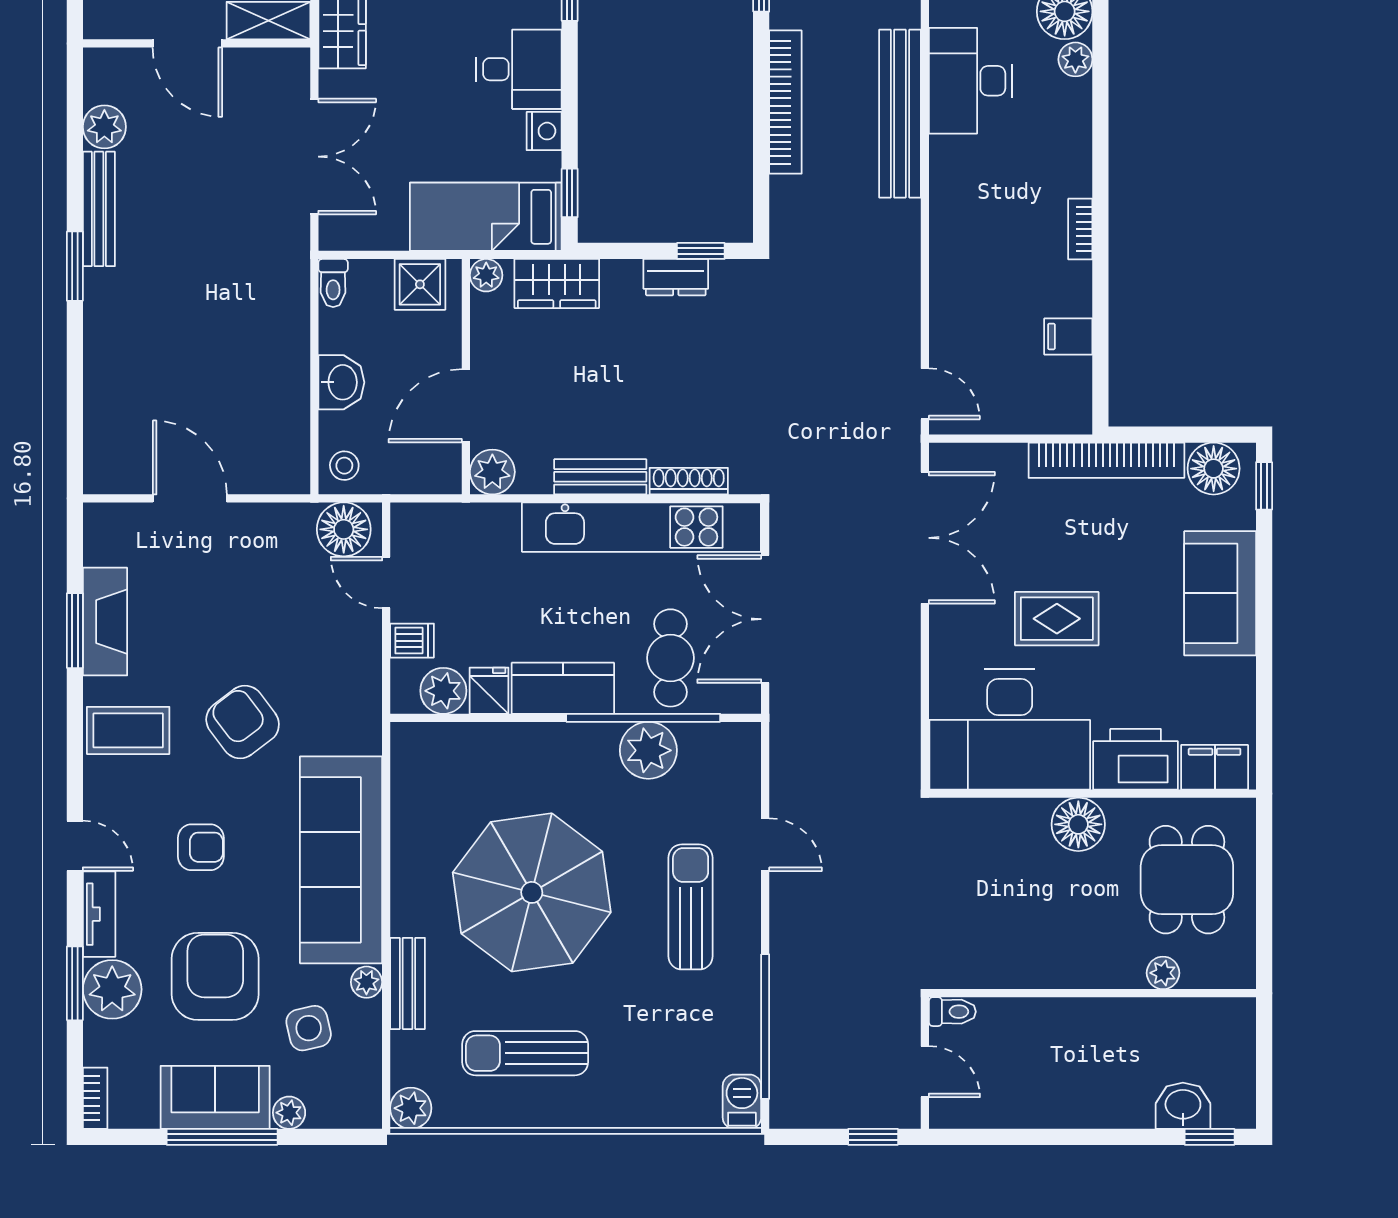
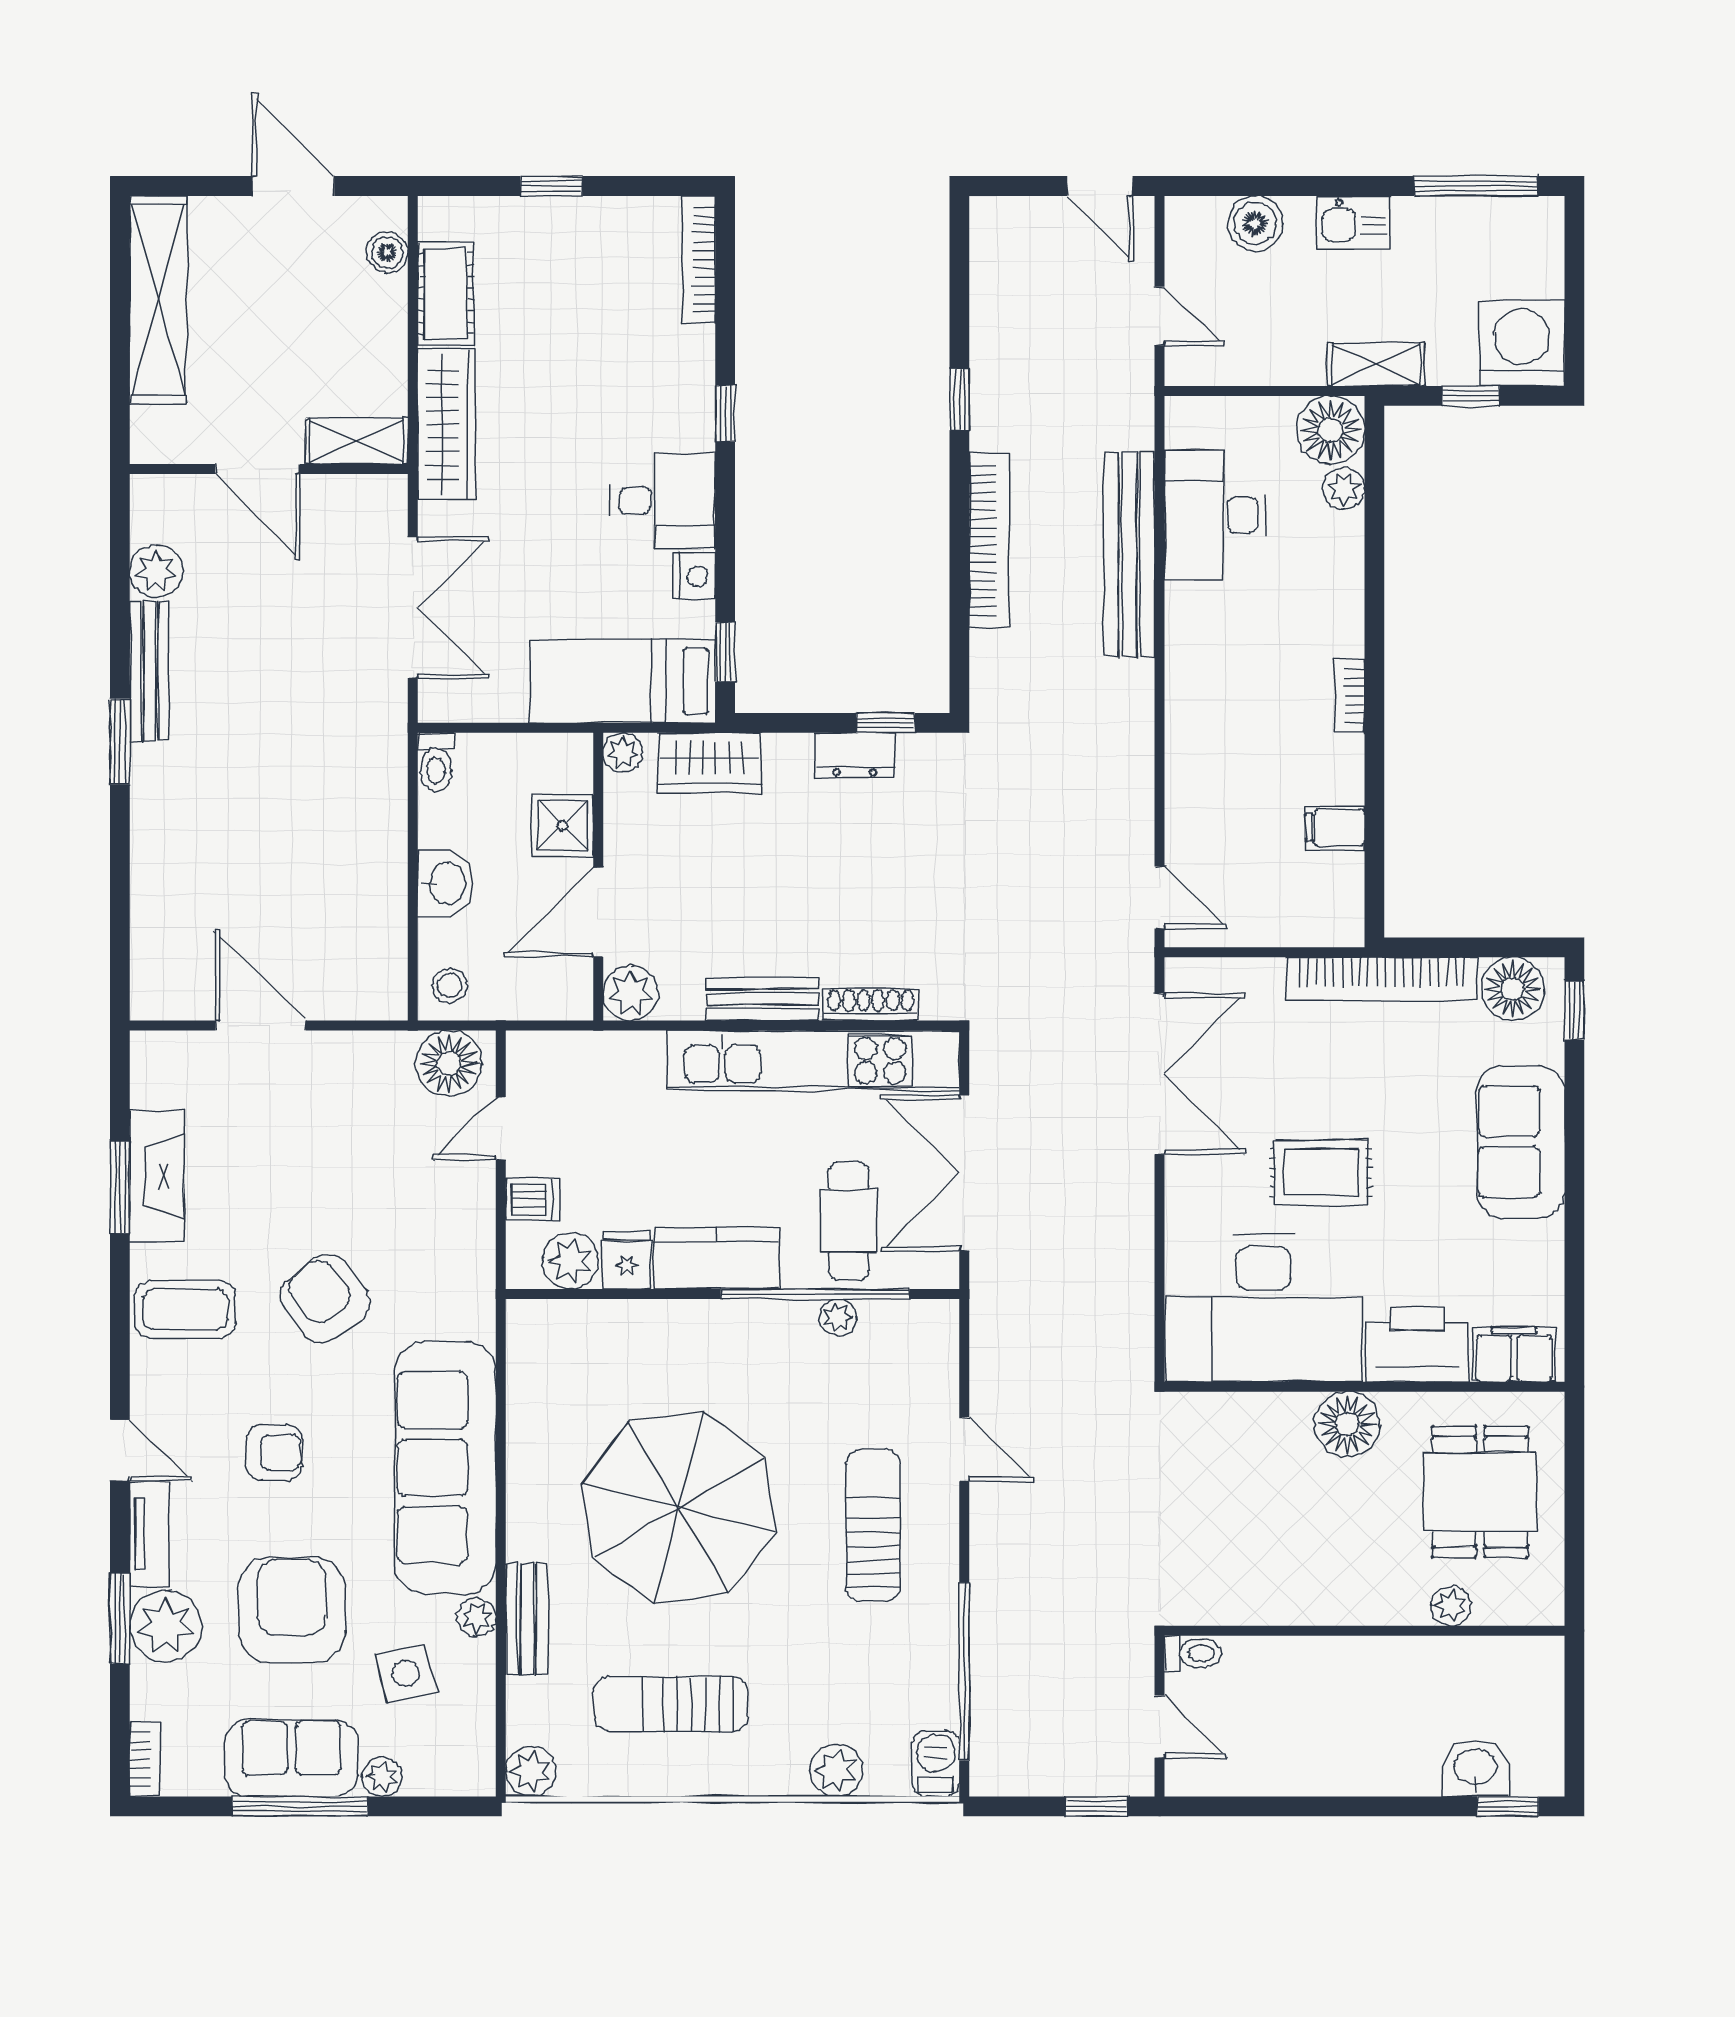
shower: (420, 284) -> (562, 826), moved
door: (386, 583) -> (501, 1128), hinge flipped
plant: (648, 750) -> (838, 1317), width x0.53, depth x0.53
plant: (660, 1107) -> (836, 1770), added

